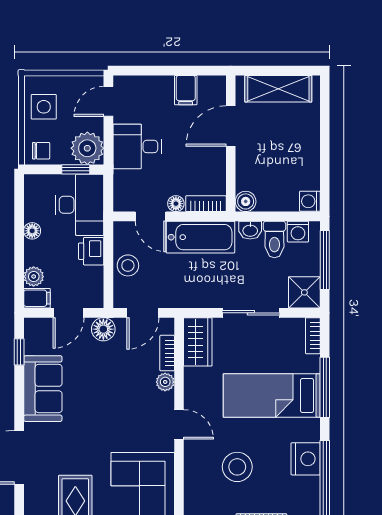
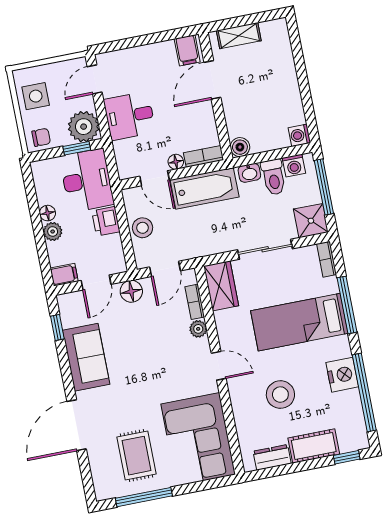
shelving: (278, 89) -> (239, 36), width x0.67, depth x0.75
filing cabinet: (186, 90) -> (187, 50), moved
plant: (34, 277) -> (53, 231), moved

